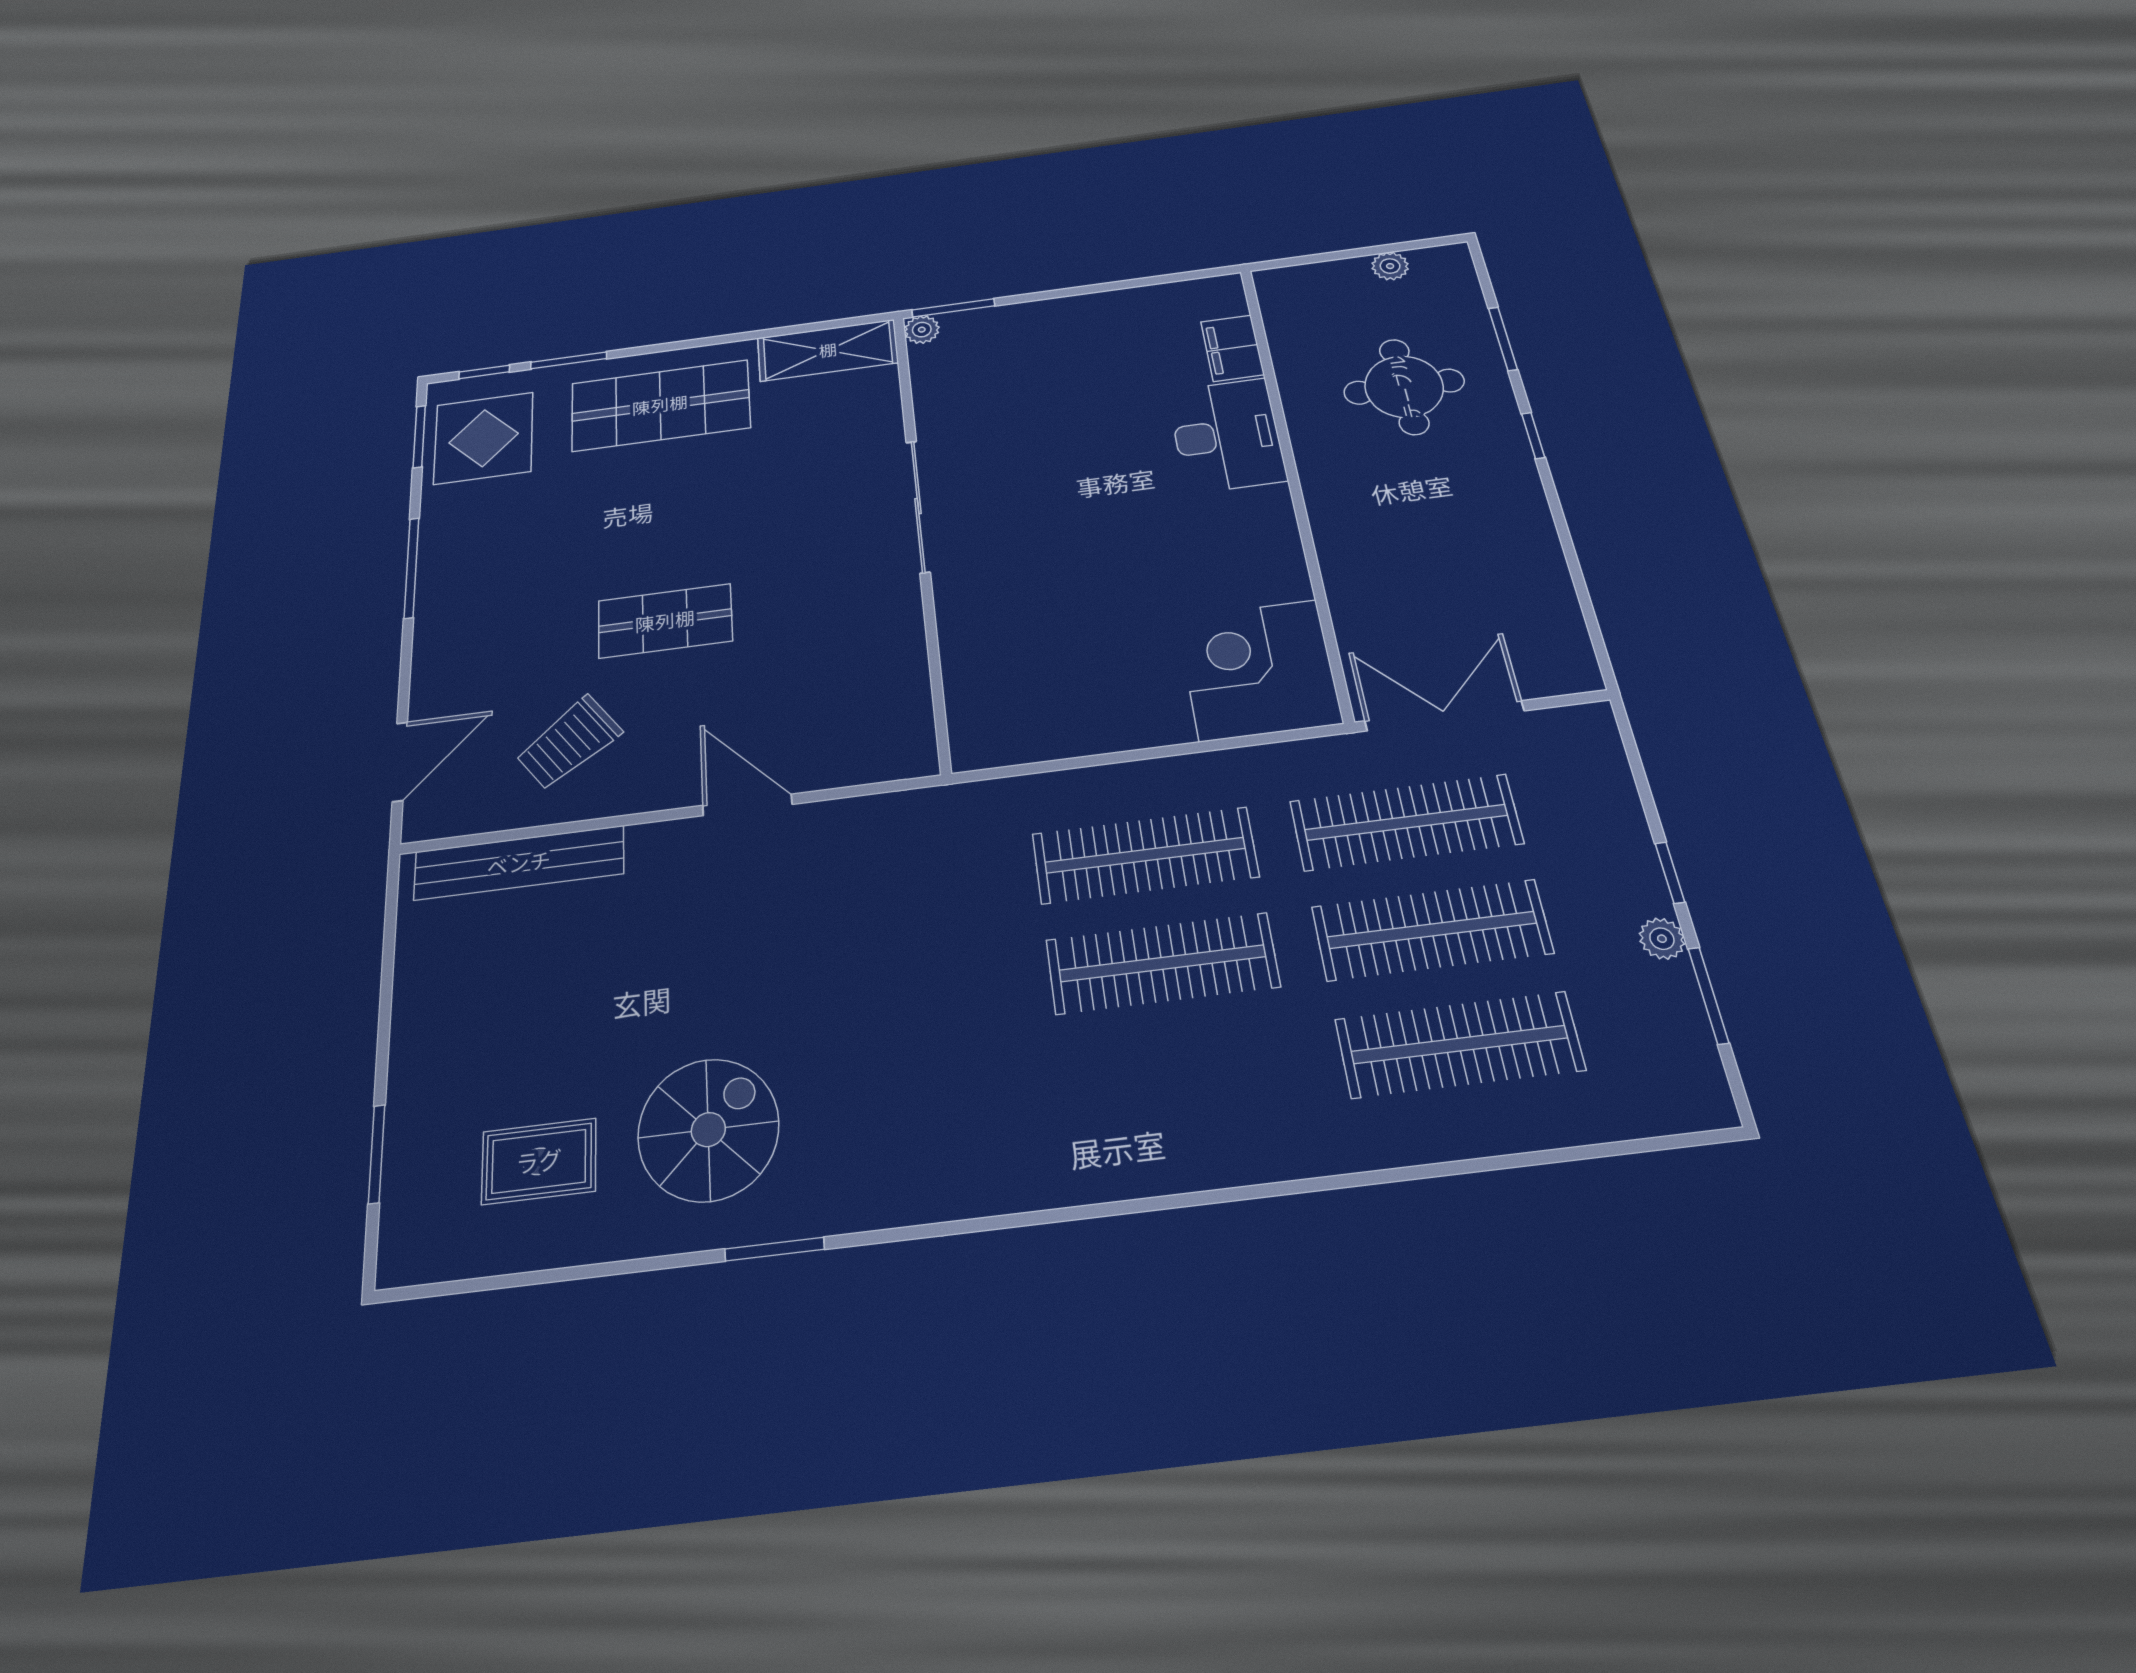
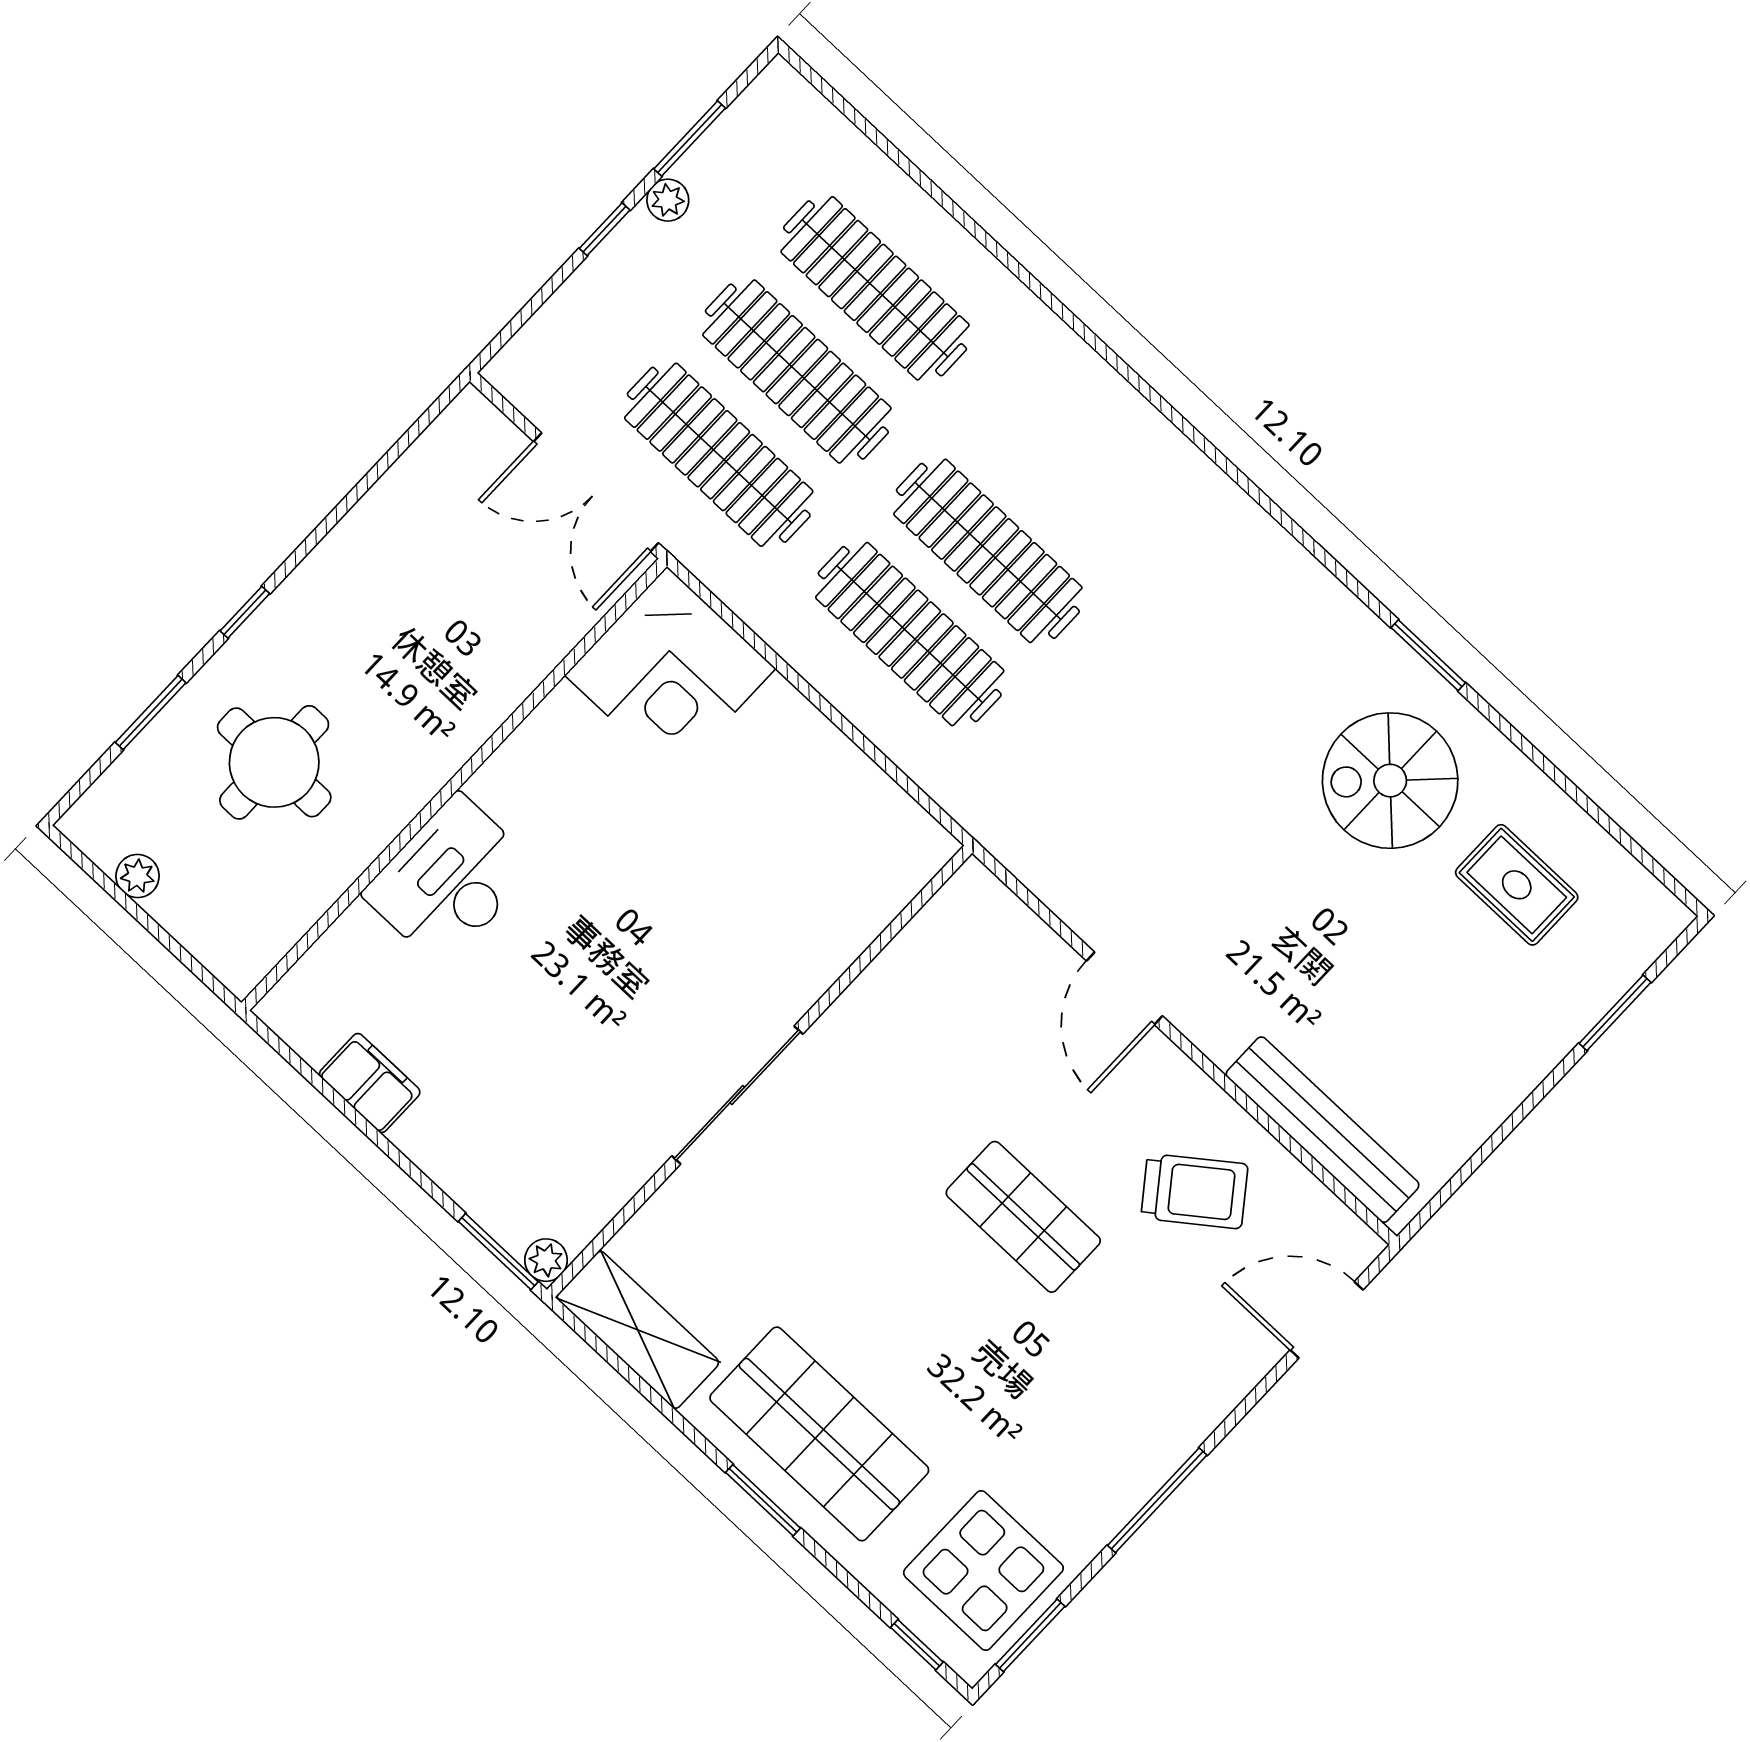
filing cabinet: (1232, 348) -> (370, 1083), moved, turned -90
window: (569, 360) -> (763, 1500), moved

